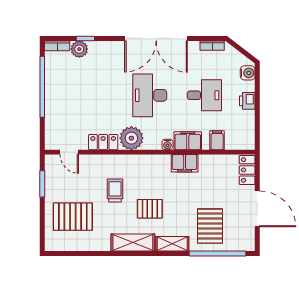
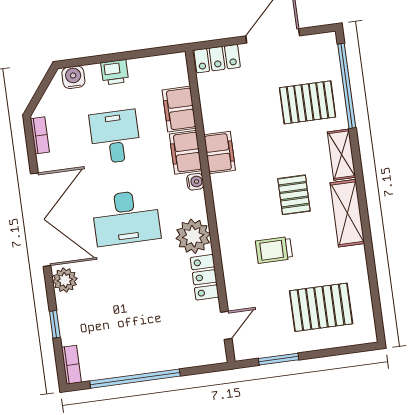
plant: (79, 49) -> (65, 280), moved
filing cabinet: (217, 140) -> (179, 109), width x2.00
pallet: (73, 217) -> (321, 307), turned 90

